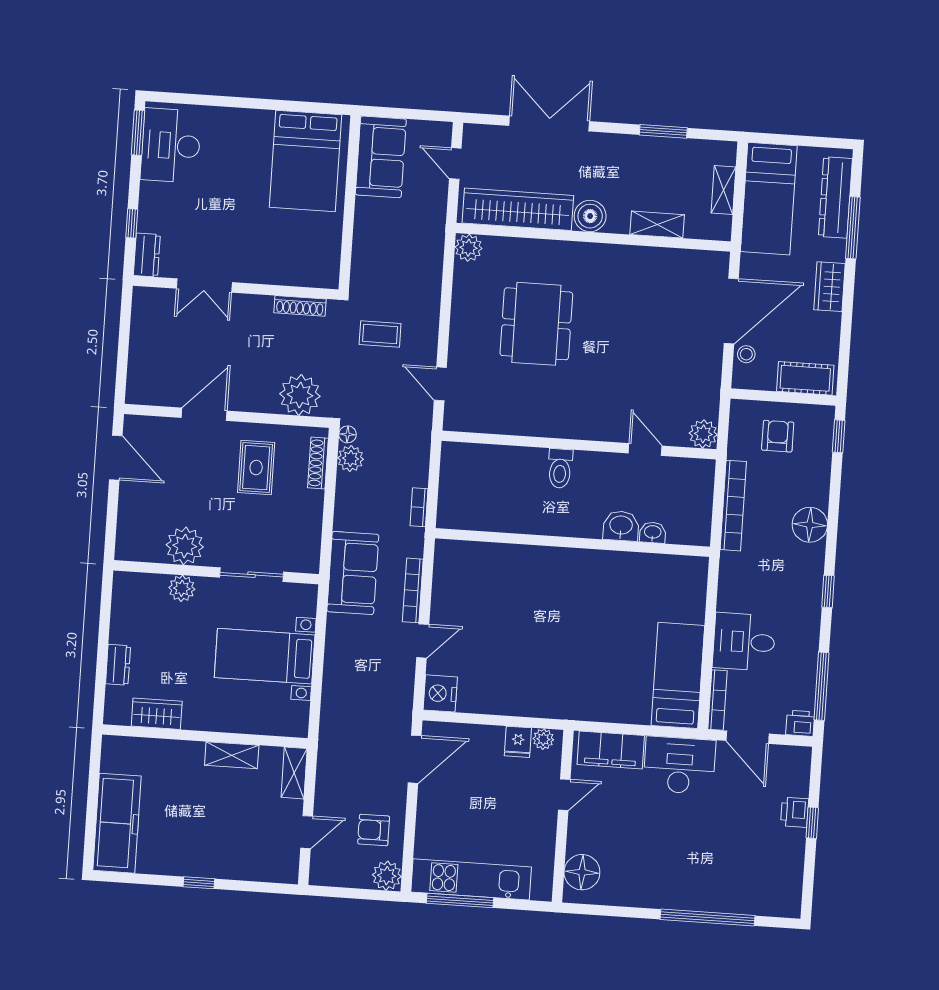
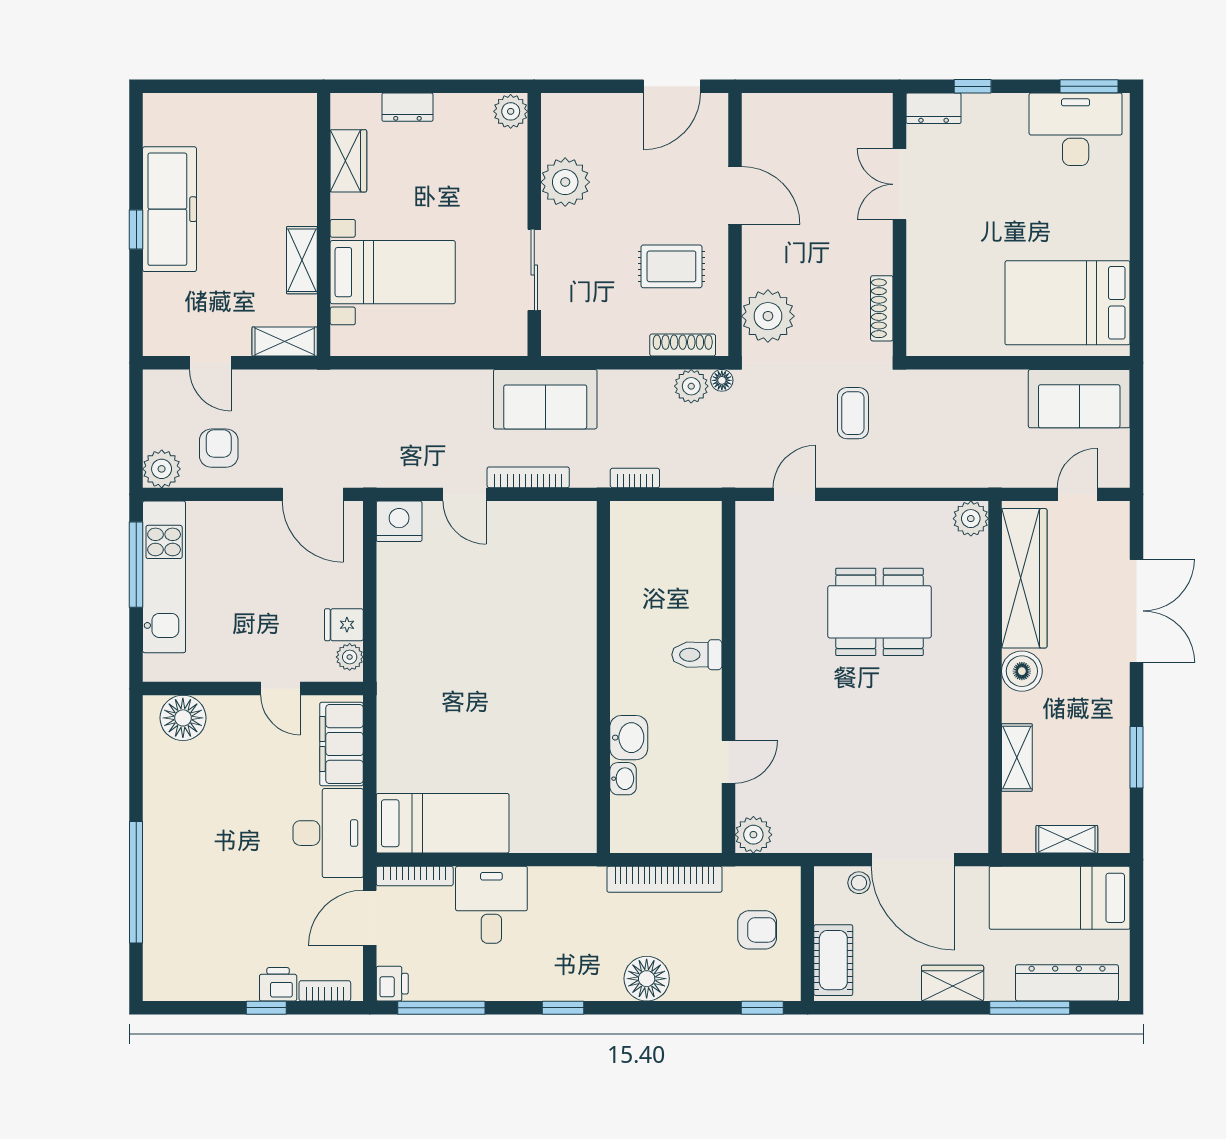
plant: (182, 588) -> (511, 111), moved
bed with nightstands: (265, 656) -> (393, 272), moved, turned 90
bookcase: (802, 776) -> (325, 991), added
freezer: (117, 823) -> (169, 209), moved, turned -90

